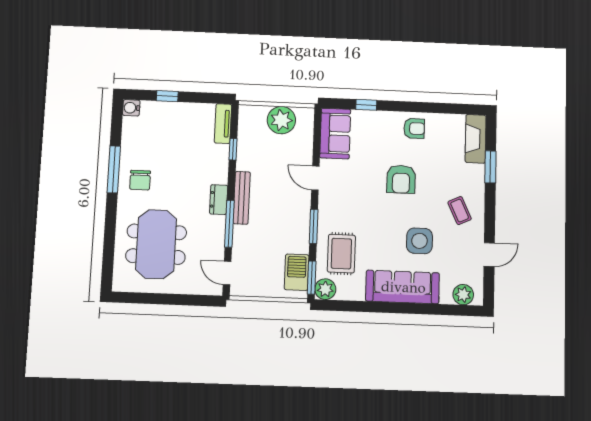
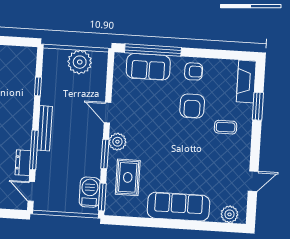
window: (366, 105) -> (153, 50), width x3.17
tv unit: (223, 124) -> (30, 64), removed
sofa: (335, 133) -> (148, 67), moved, turned 90
armchair: (401, 179) -> (192, 106), moved
dresser: (219, 200) -> (23, 163), moved
coffee table: (460, 211) -> (226, 127), moved, turned -65
side table: (419, 241) -> (194, 168), removed
plant: (325, 289) -> (117, 142), moved

